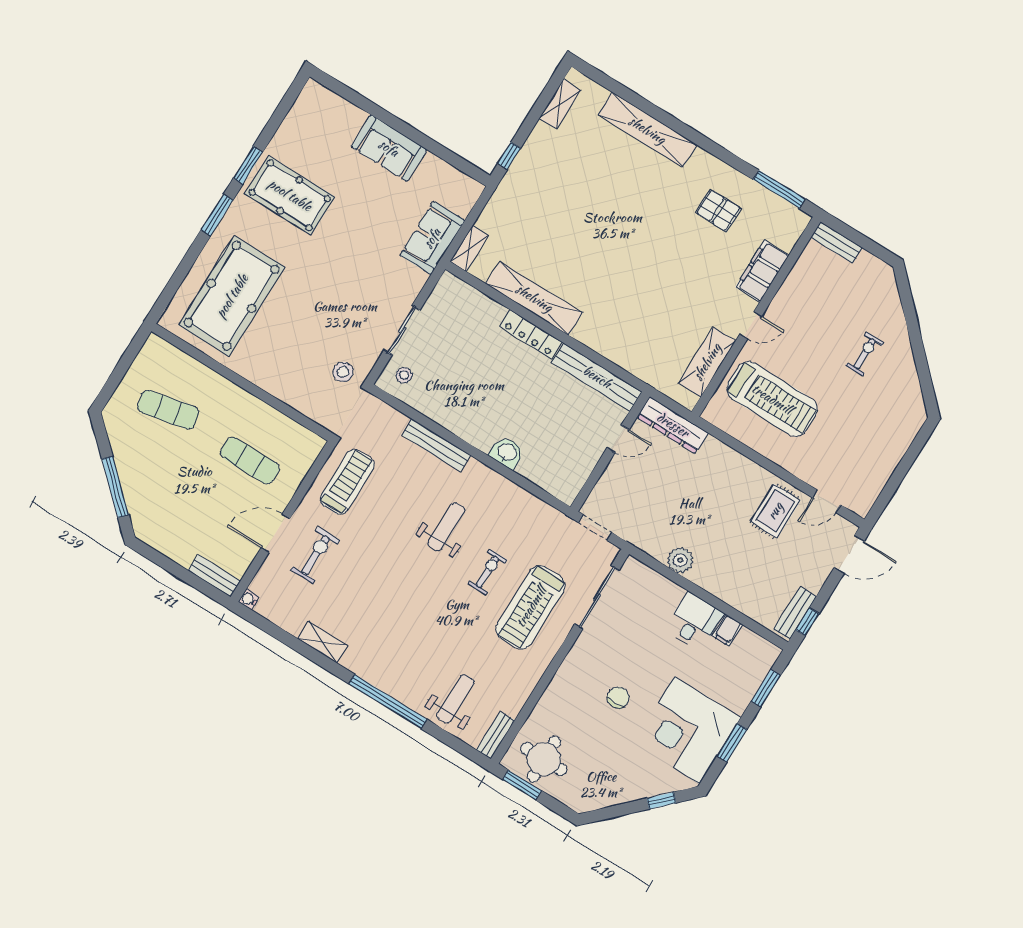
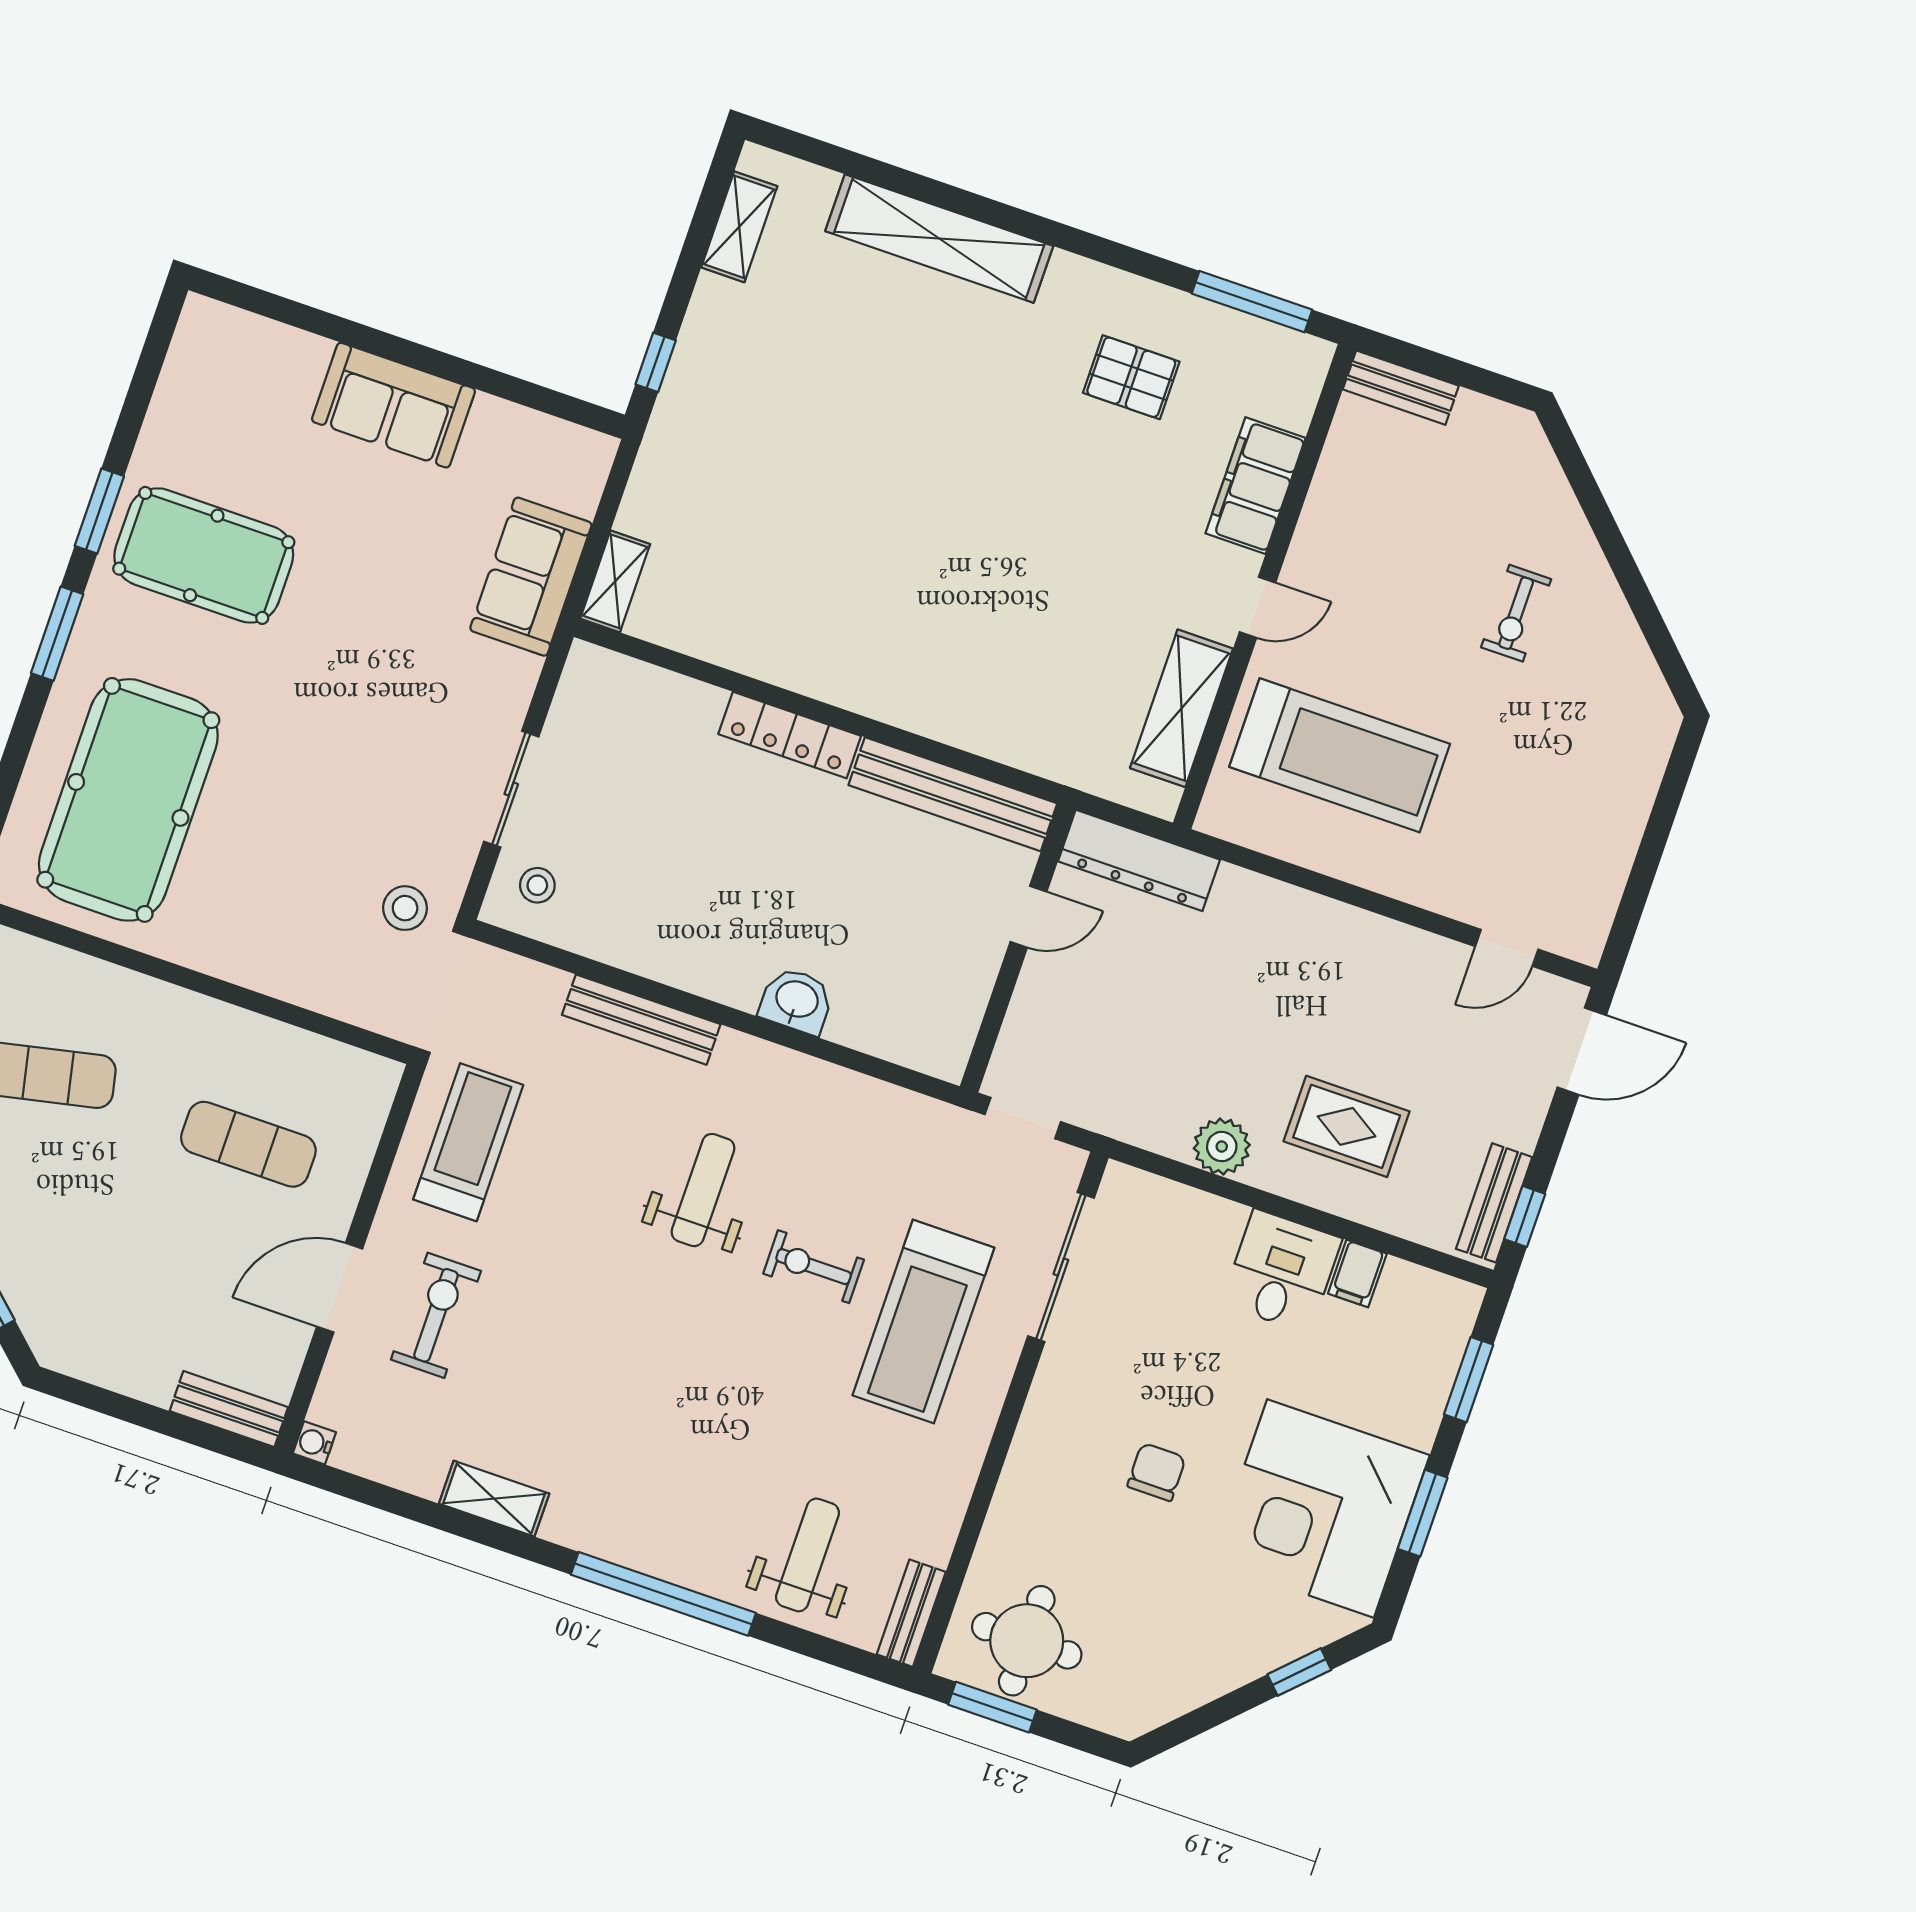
shelving: (534, 298) -> (779, 656), removed
exercise bike: (865, 354) -> (1516, 613), turned 180
rug: (775, 511) -> (1347, 1126), moved, turned 90
exercise bike: (487, 572) -> (814, 1267), turned -90

